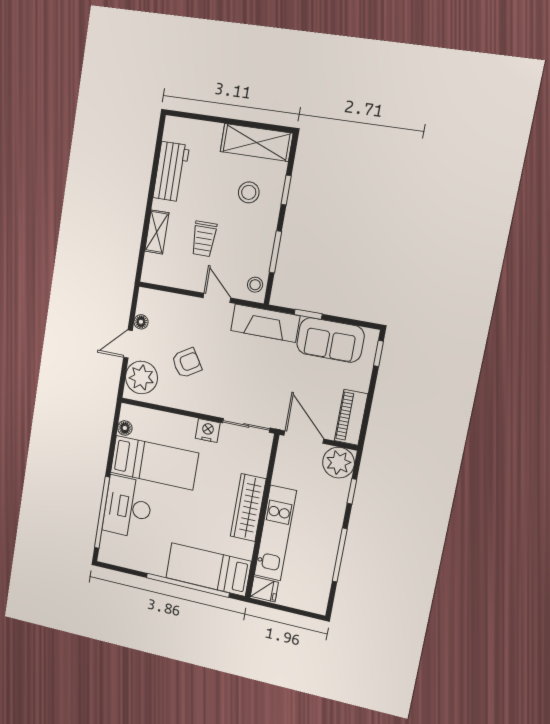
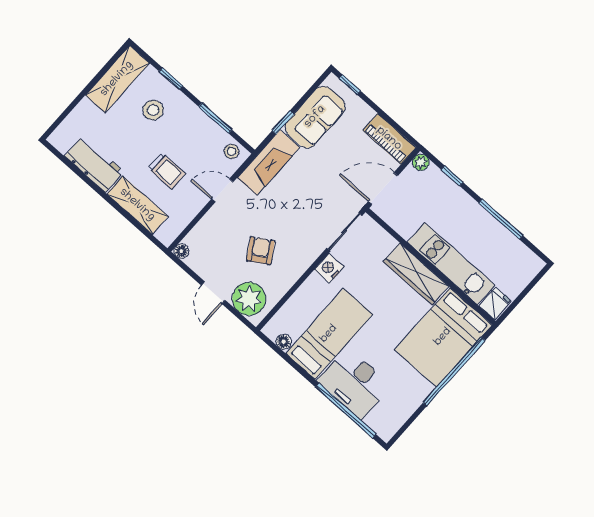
shelving: (157, 232) -> (137, 205), width x1.50, depth x1.33
floor lamp: (141, 322) -> (181, 251), moved
plant: (339, 463) -> (421, 162), width x0.53, depth x0.53
bed: (208, 569) -> (443, 337), width x1.50

